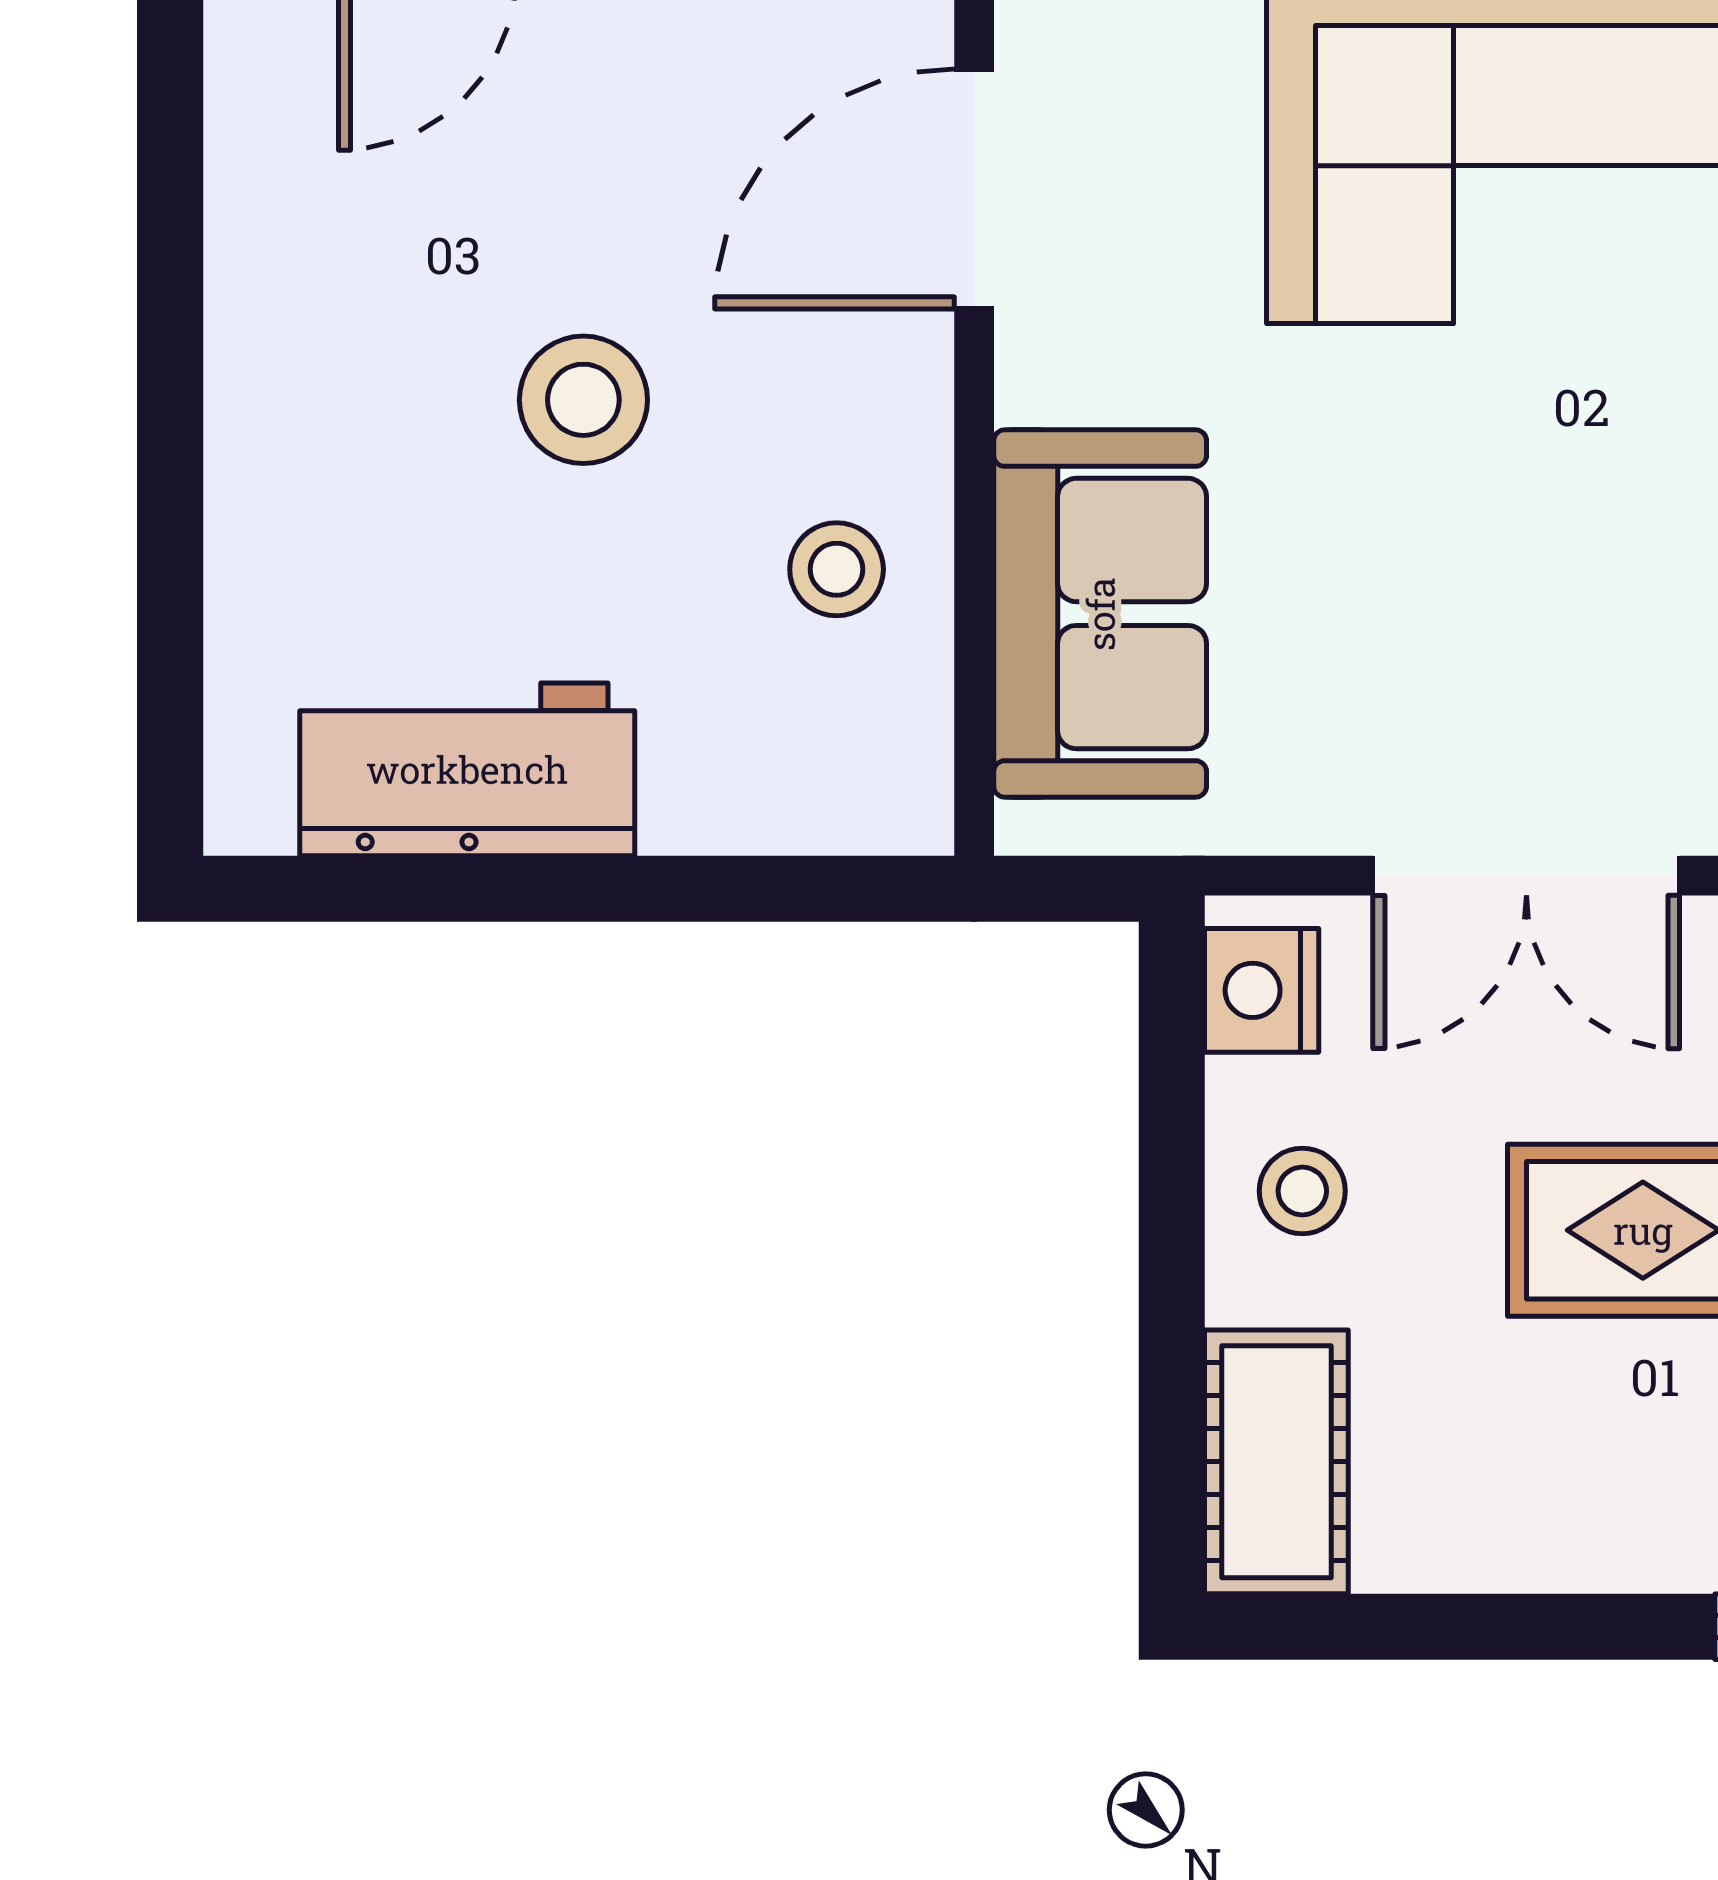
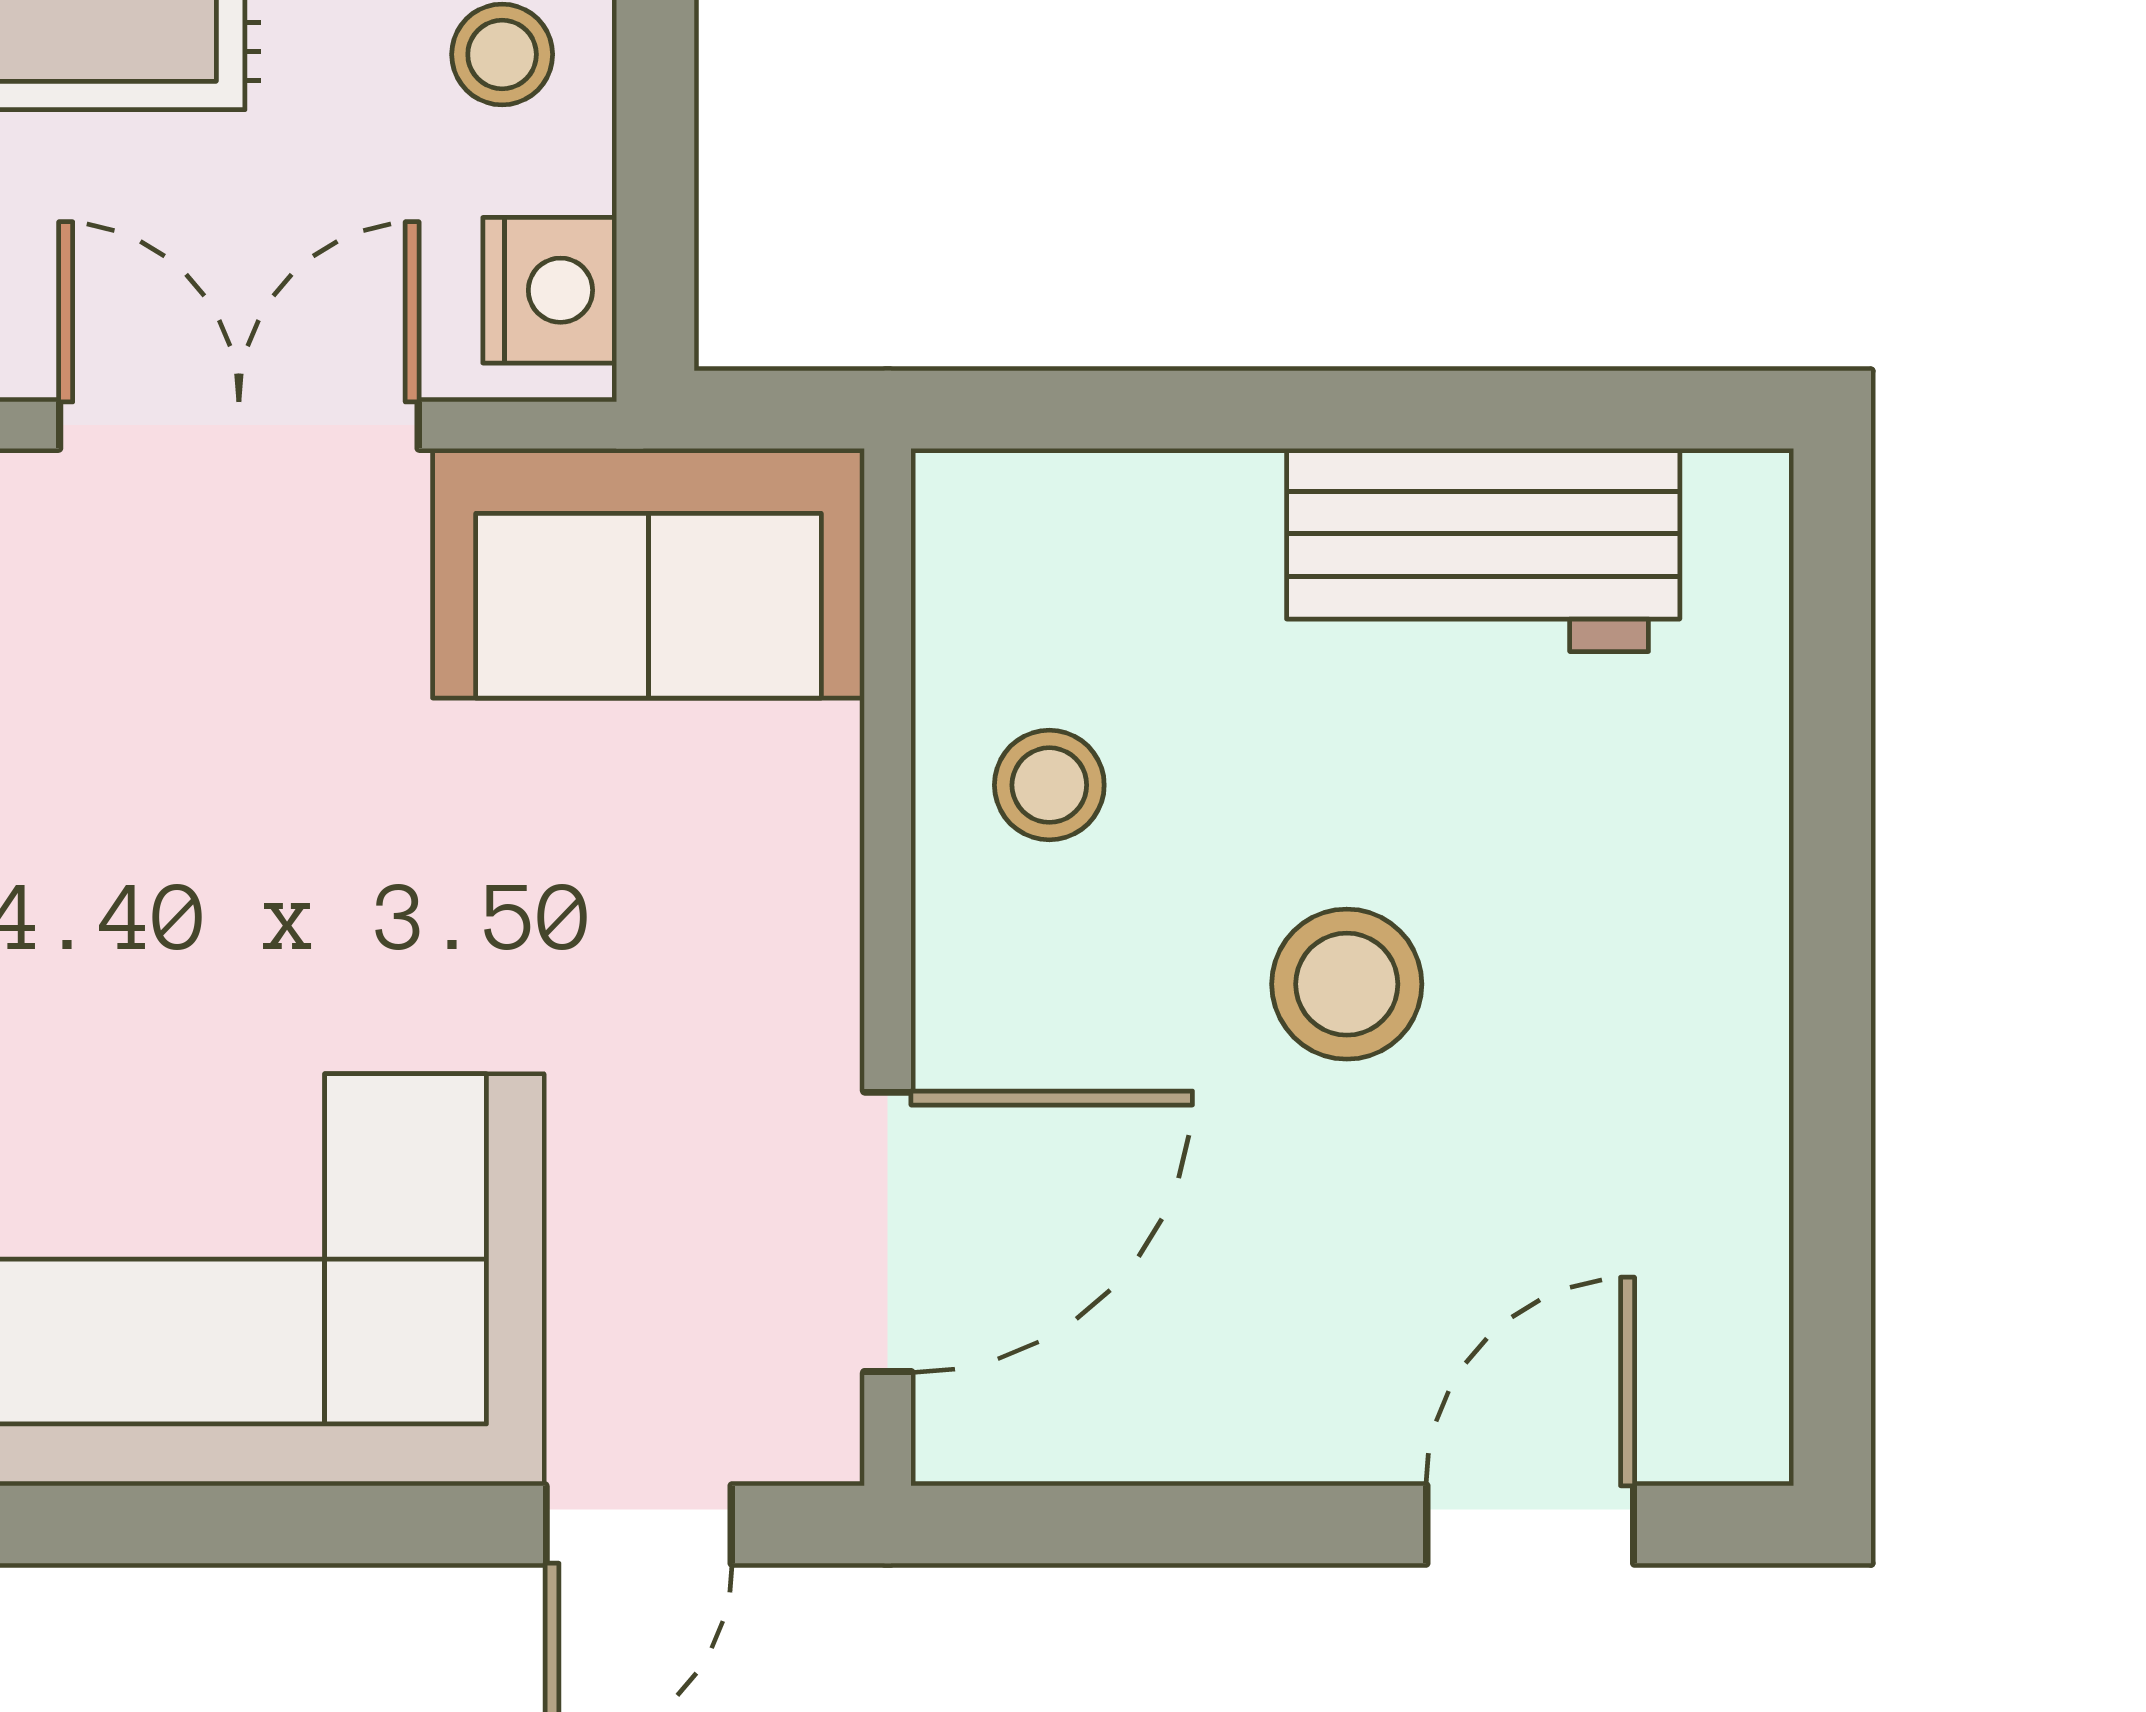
sofa: (1100, 614) -> (649, 573), moved, turned -90

